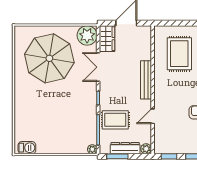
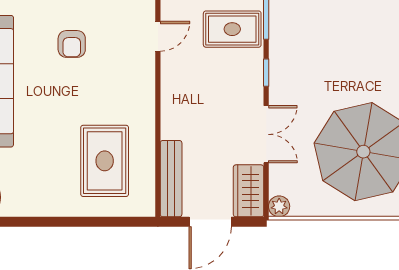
plant: (87, 35) -> (279, 206), width x0.53, depth x0.53
bench: (146, 80) -> (171, 179), moved

